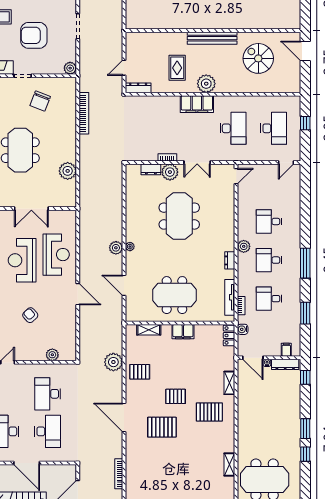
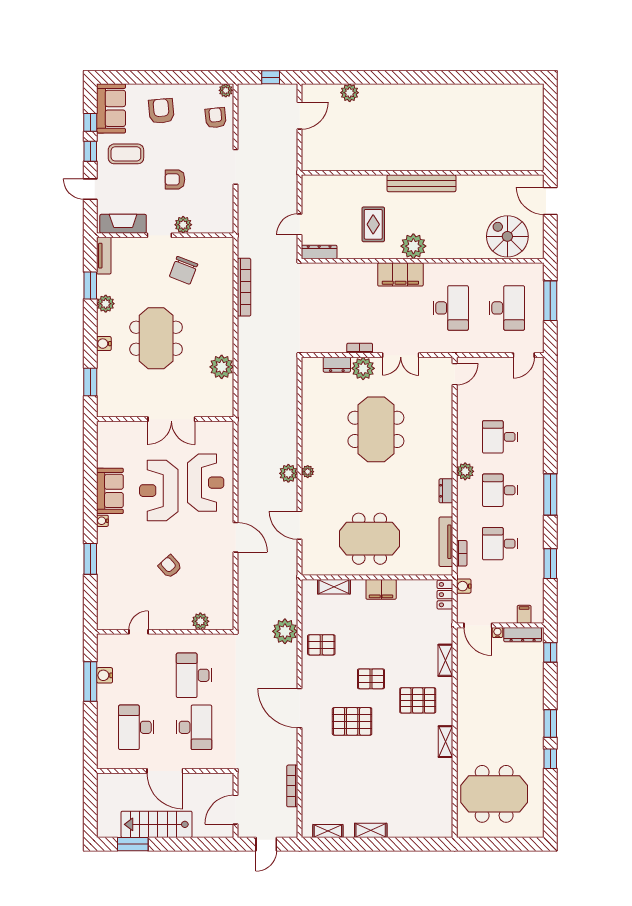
armchair: (34, 35) -> (175, 179), width x0.53, depth x0.53
spiral stairs: (258, 58) -> (507, 236), moved
plant: (70, 68) -> (183, 225), moved
window: (305, 123) -> (550, 301), width x2.17
shelving: (229, 465) -> (445, 742), moved

